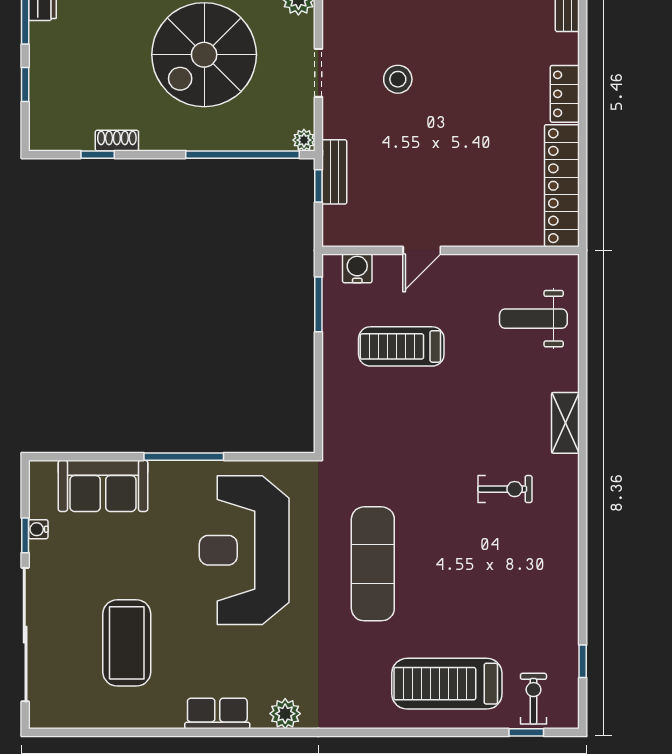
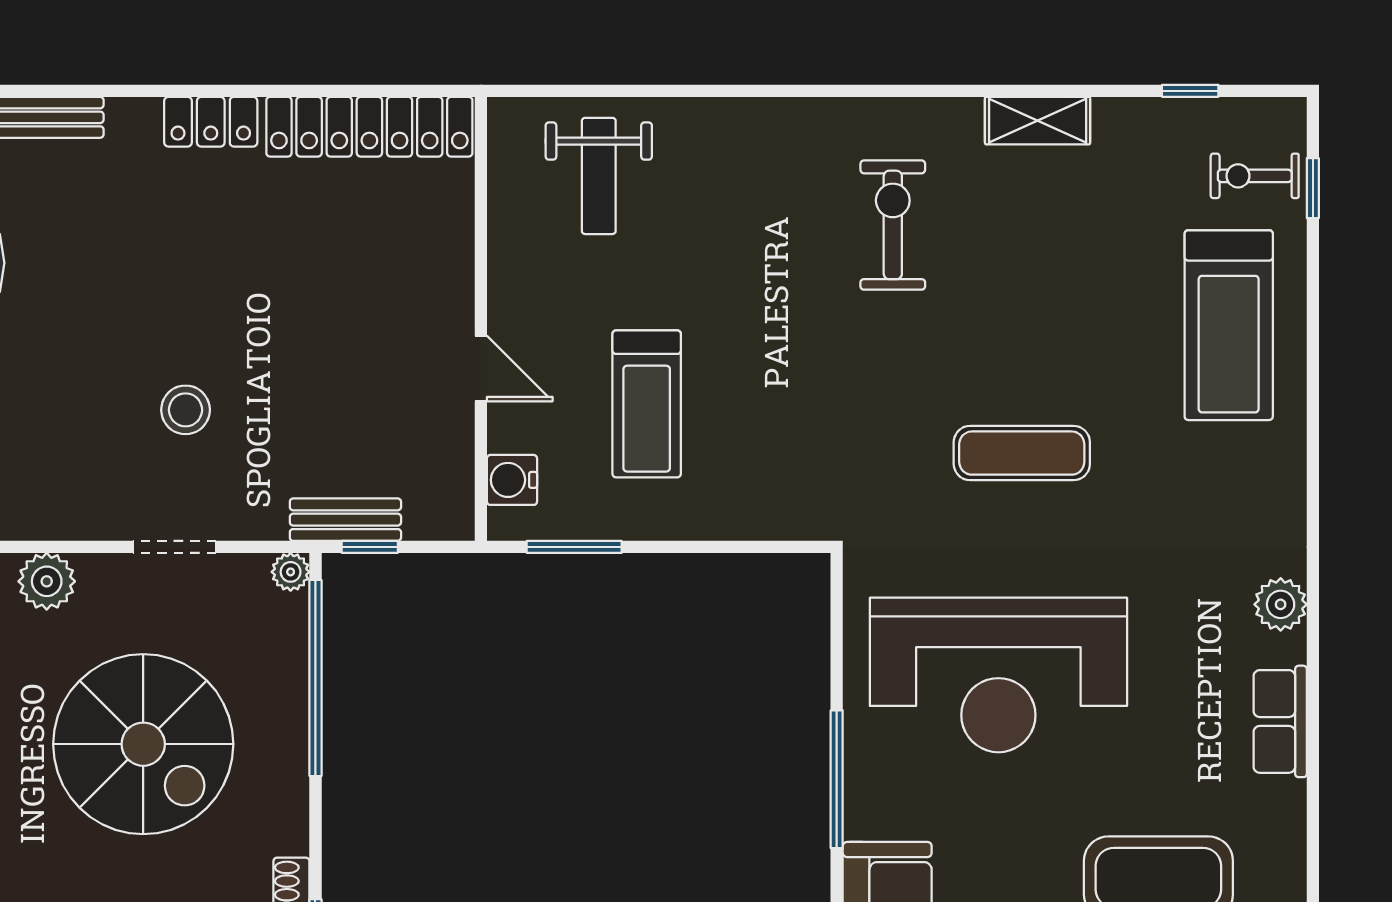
shelving: (565, 423) -> (1038, 121), moved
exercise bike: (505, 489) -> (893, 225), width x1.38, depth x1.39
exercise mat: (373, 564) -> (1022, 453), width x0.73, depth x0.69

